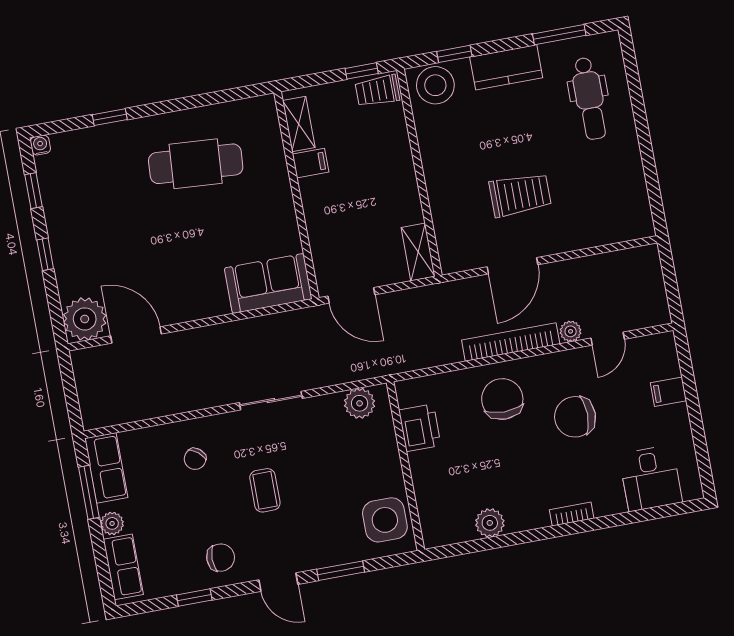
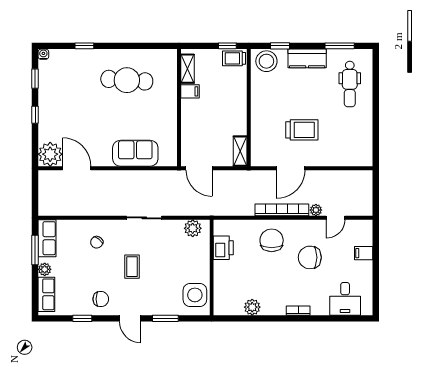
sofa: (268, 283) -> (135, 153), moved

